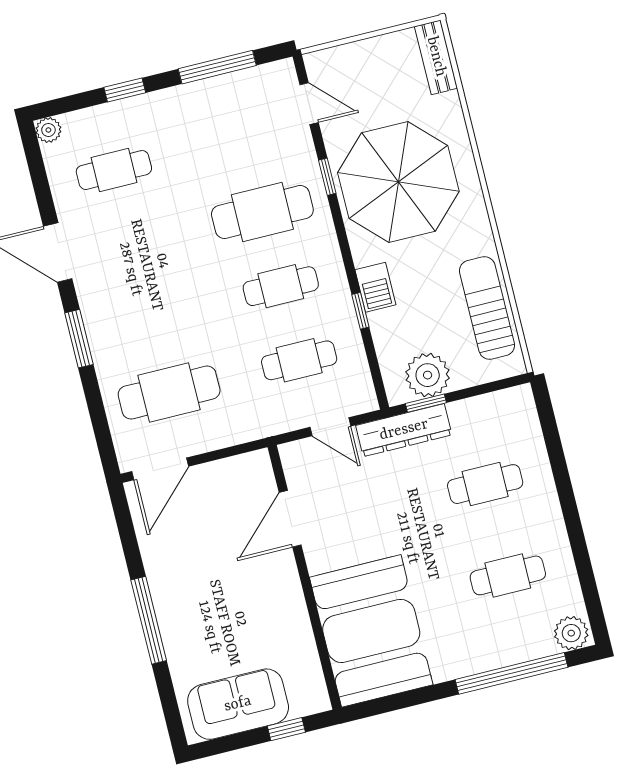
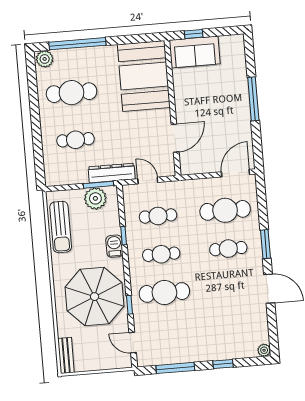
cafe table: (114, 170) -> (228, 249), moved
window: (426, 403) -> (98, 185), width x1.50
cafe table: (508, 575) -> (72, 93), width x1.37, depth x1.35
sofa: (238, 704) -> (195, 52), moved

